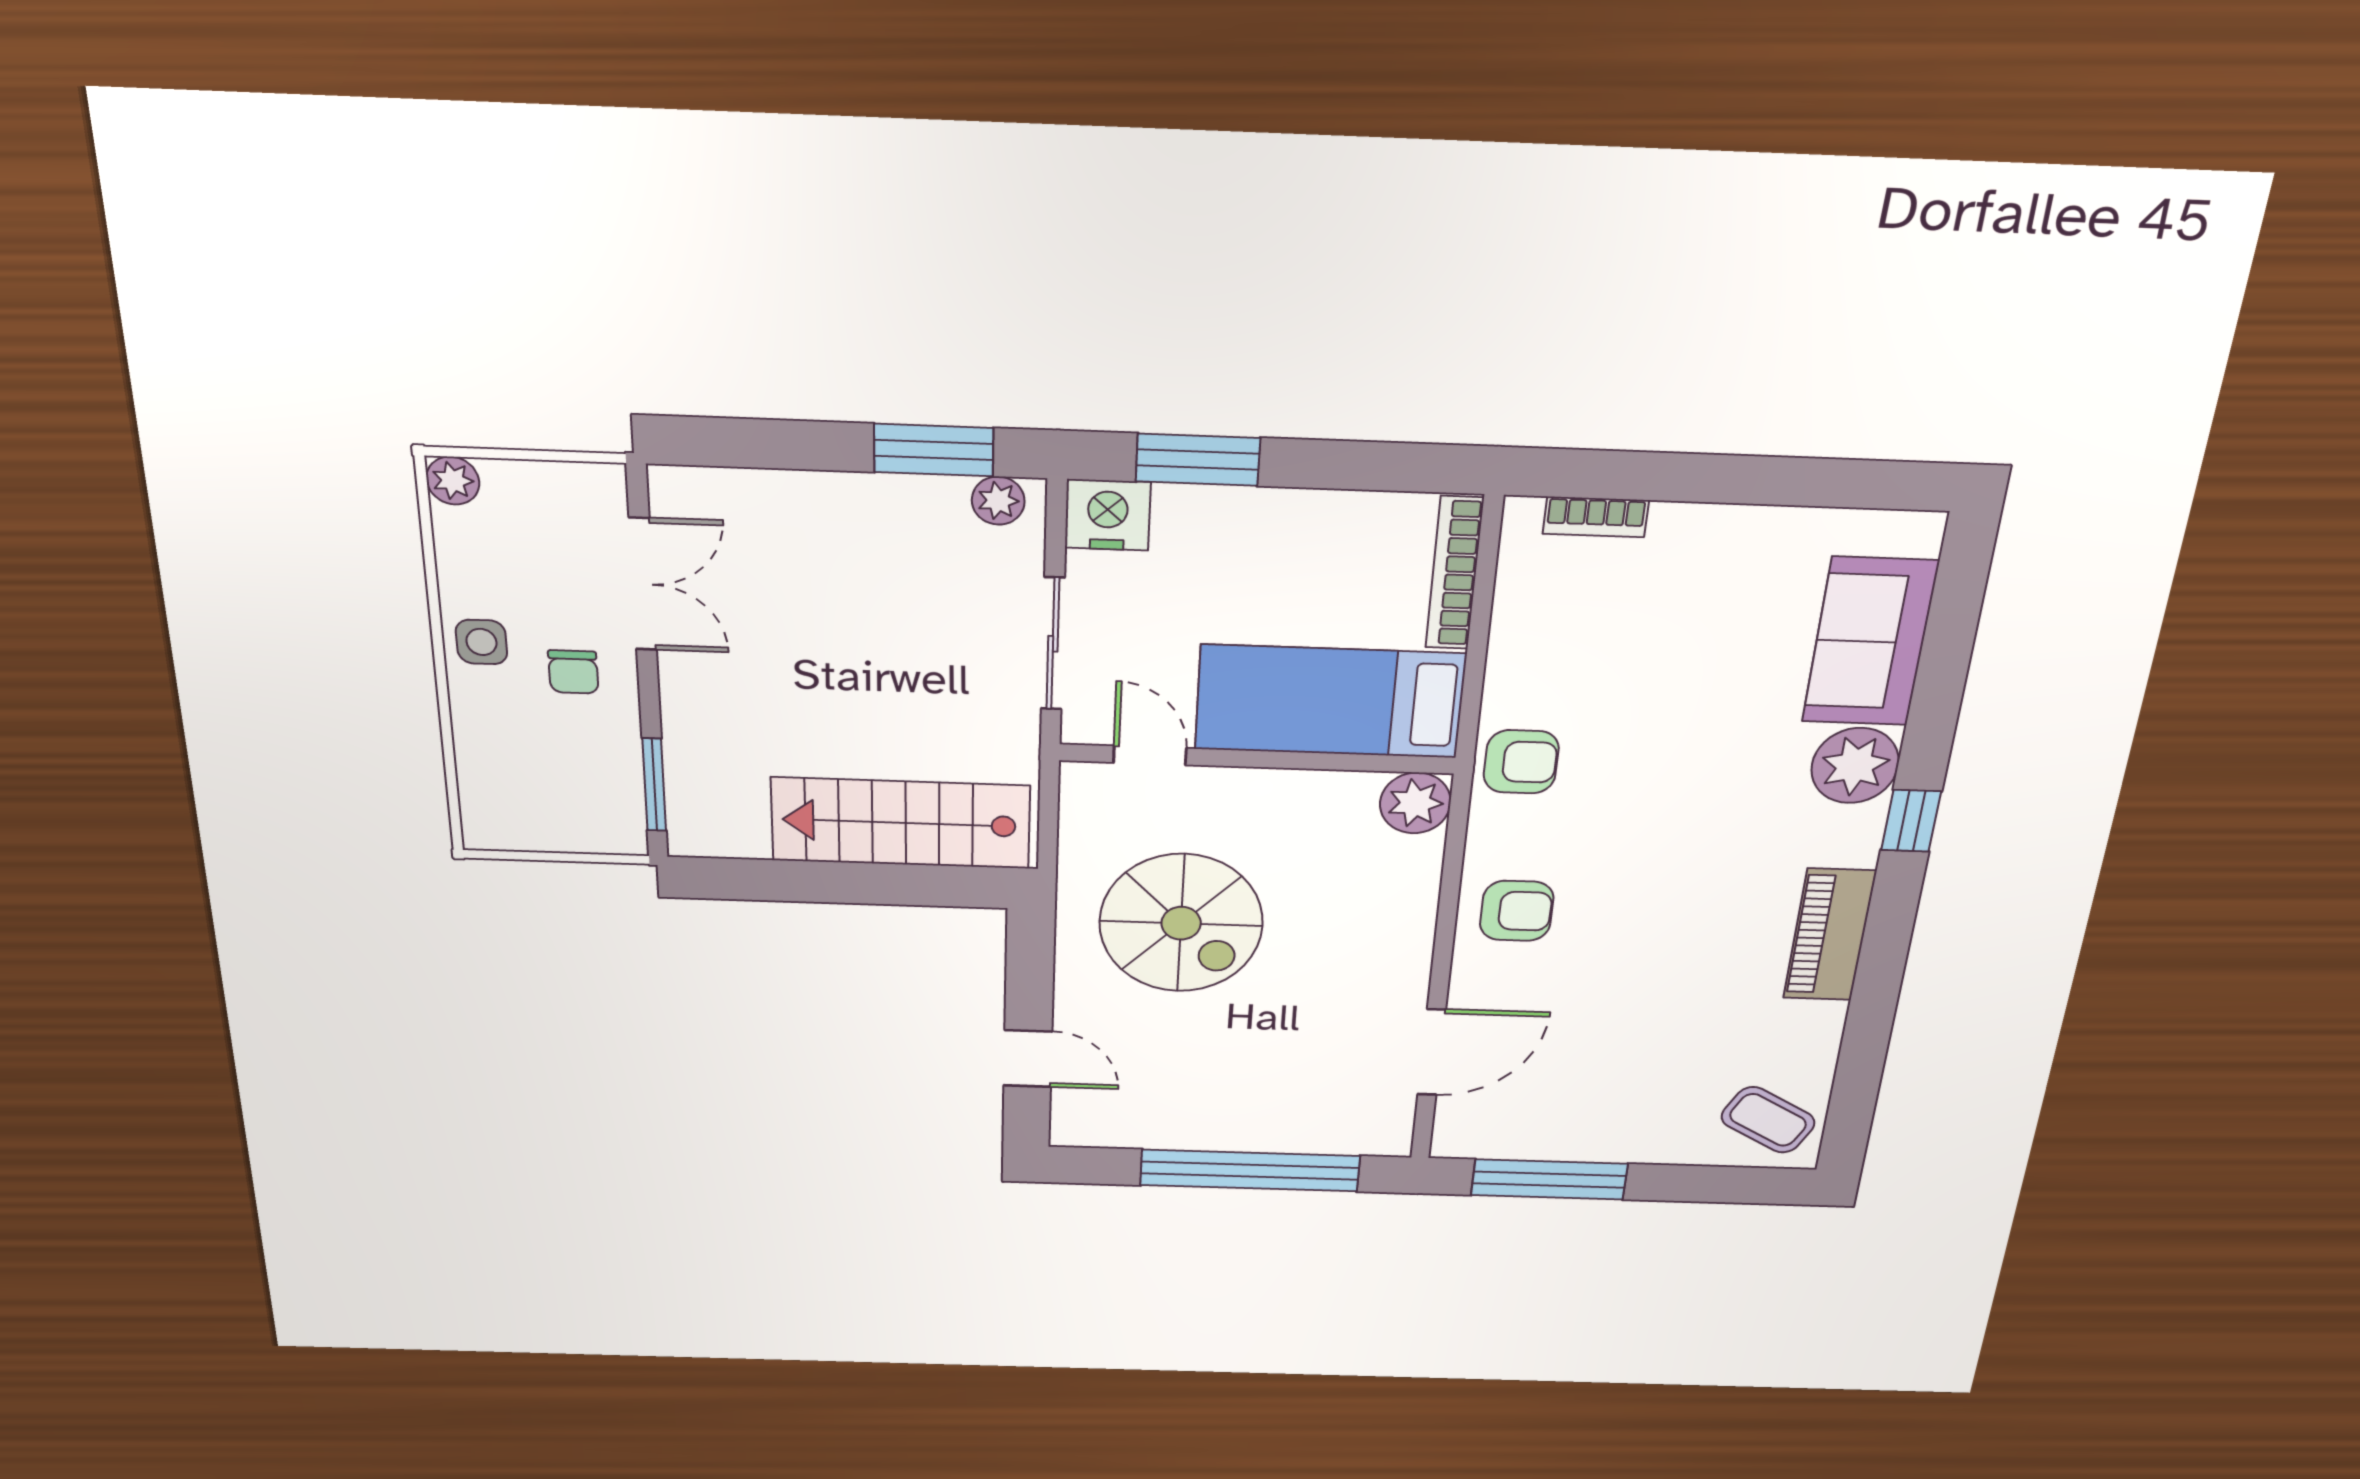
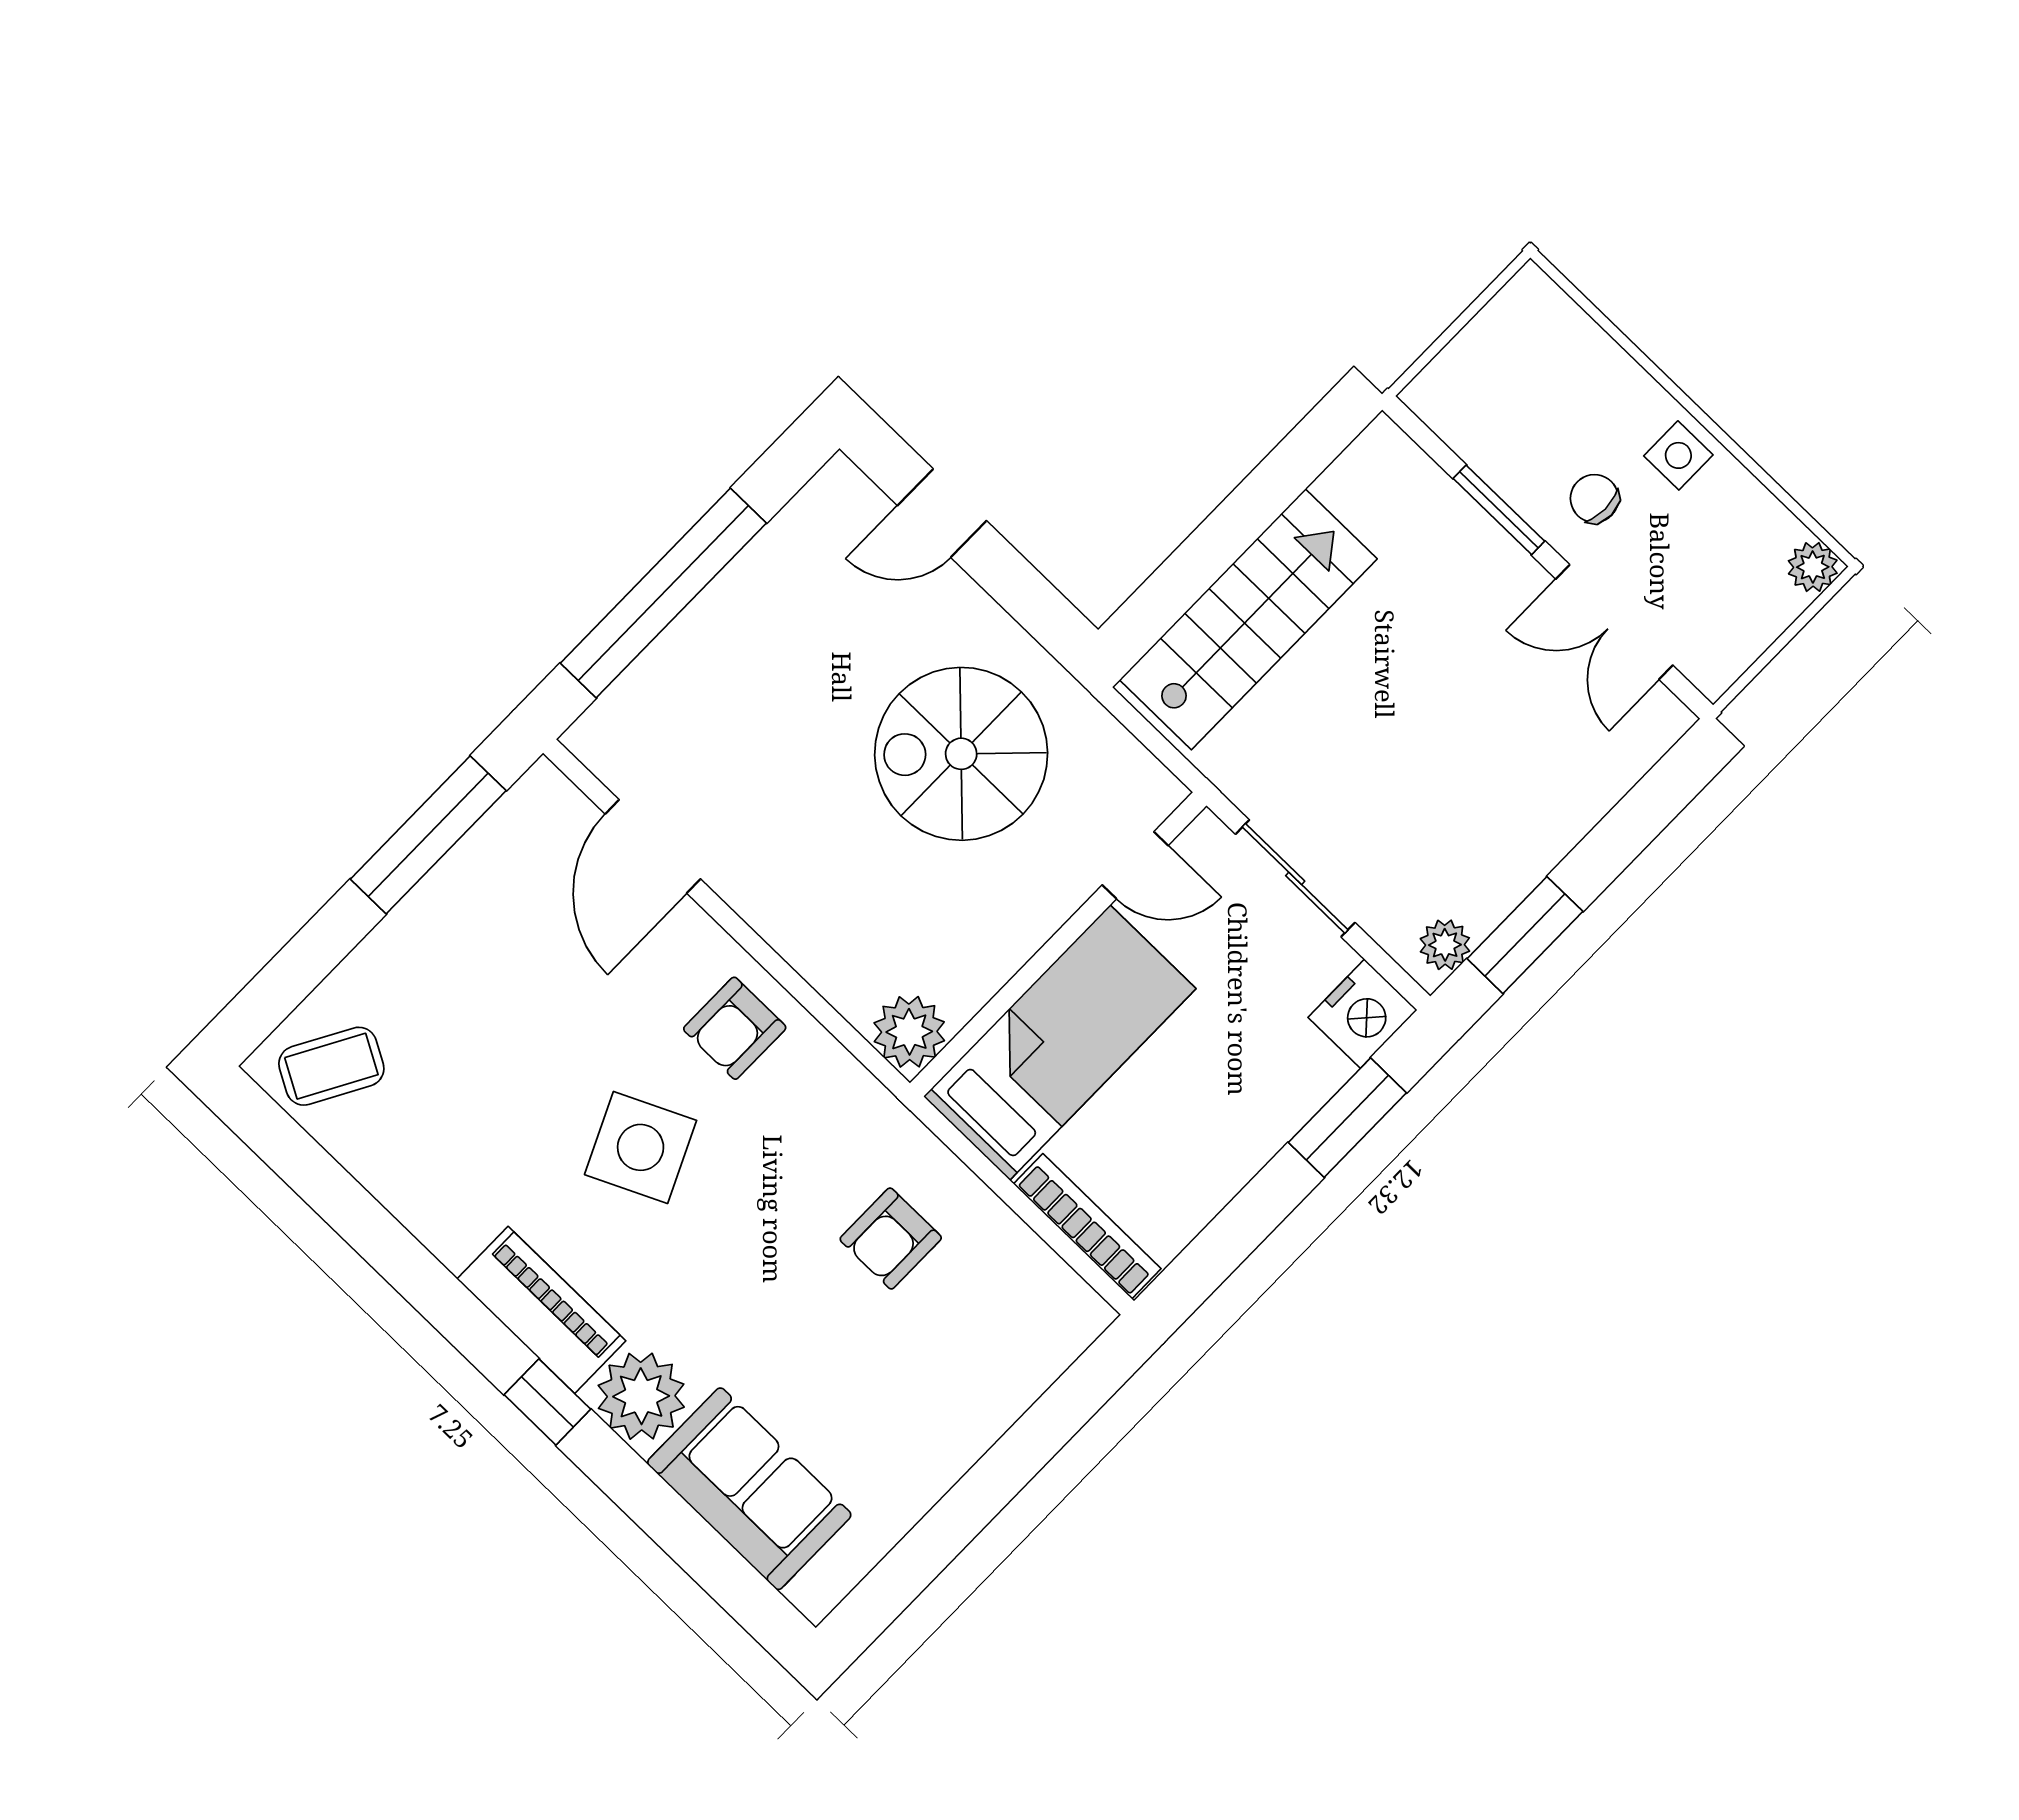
bookcase: (1596, 517) -> (1042, 1367), removed
armchair: (1521, 762) -> (891, 1239), moved
window: (654, 785) -> (1499, 510), moved
side table: (1660, 903) -> (641, 1147), added
piano: (1830, 935) -> (541, 1310), moved

